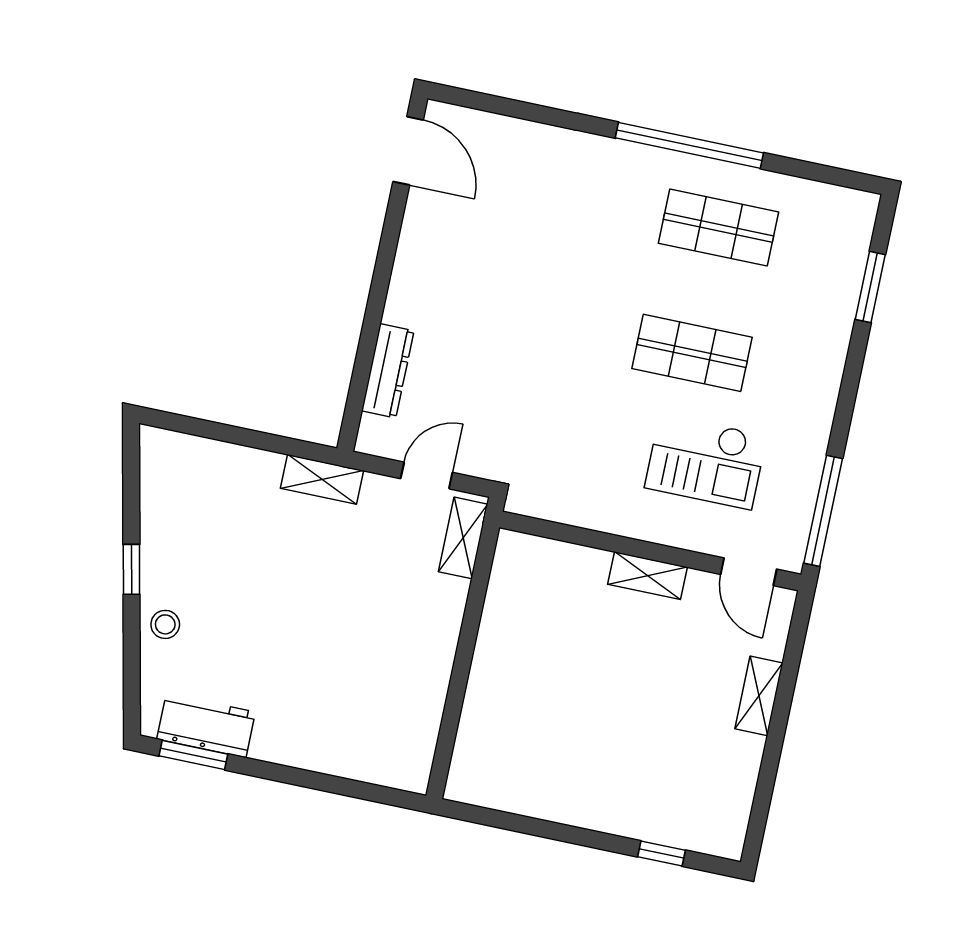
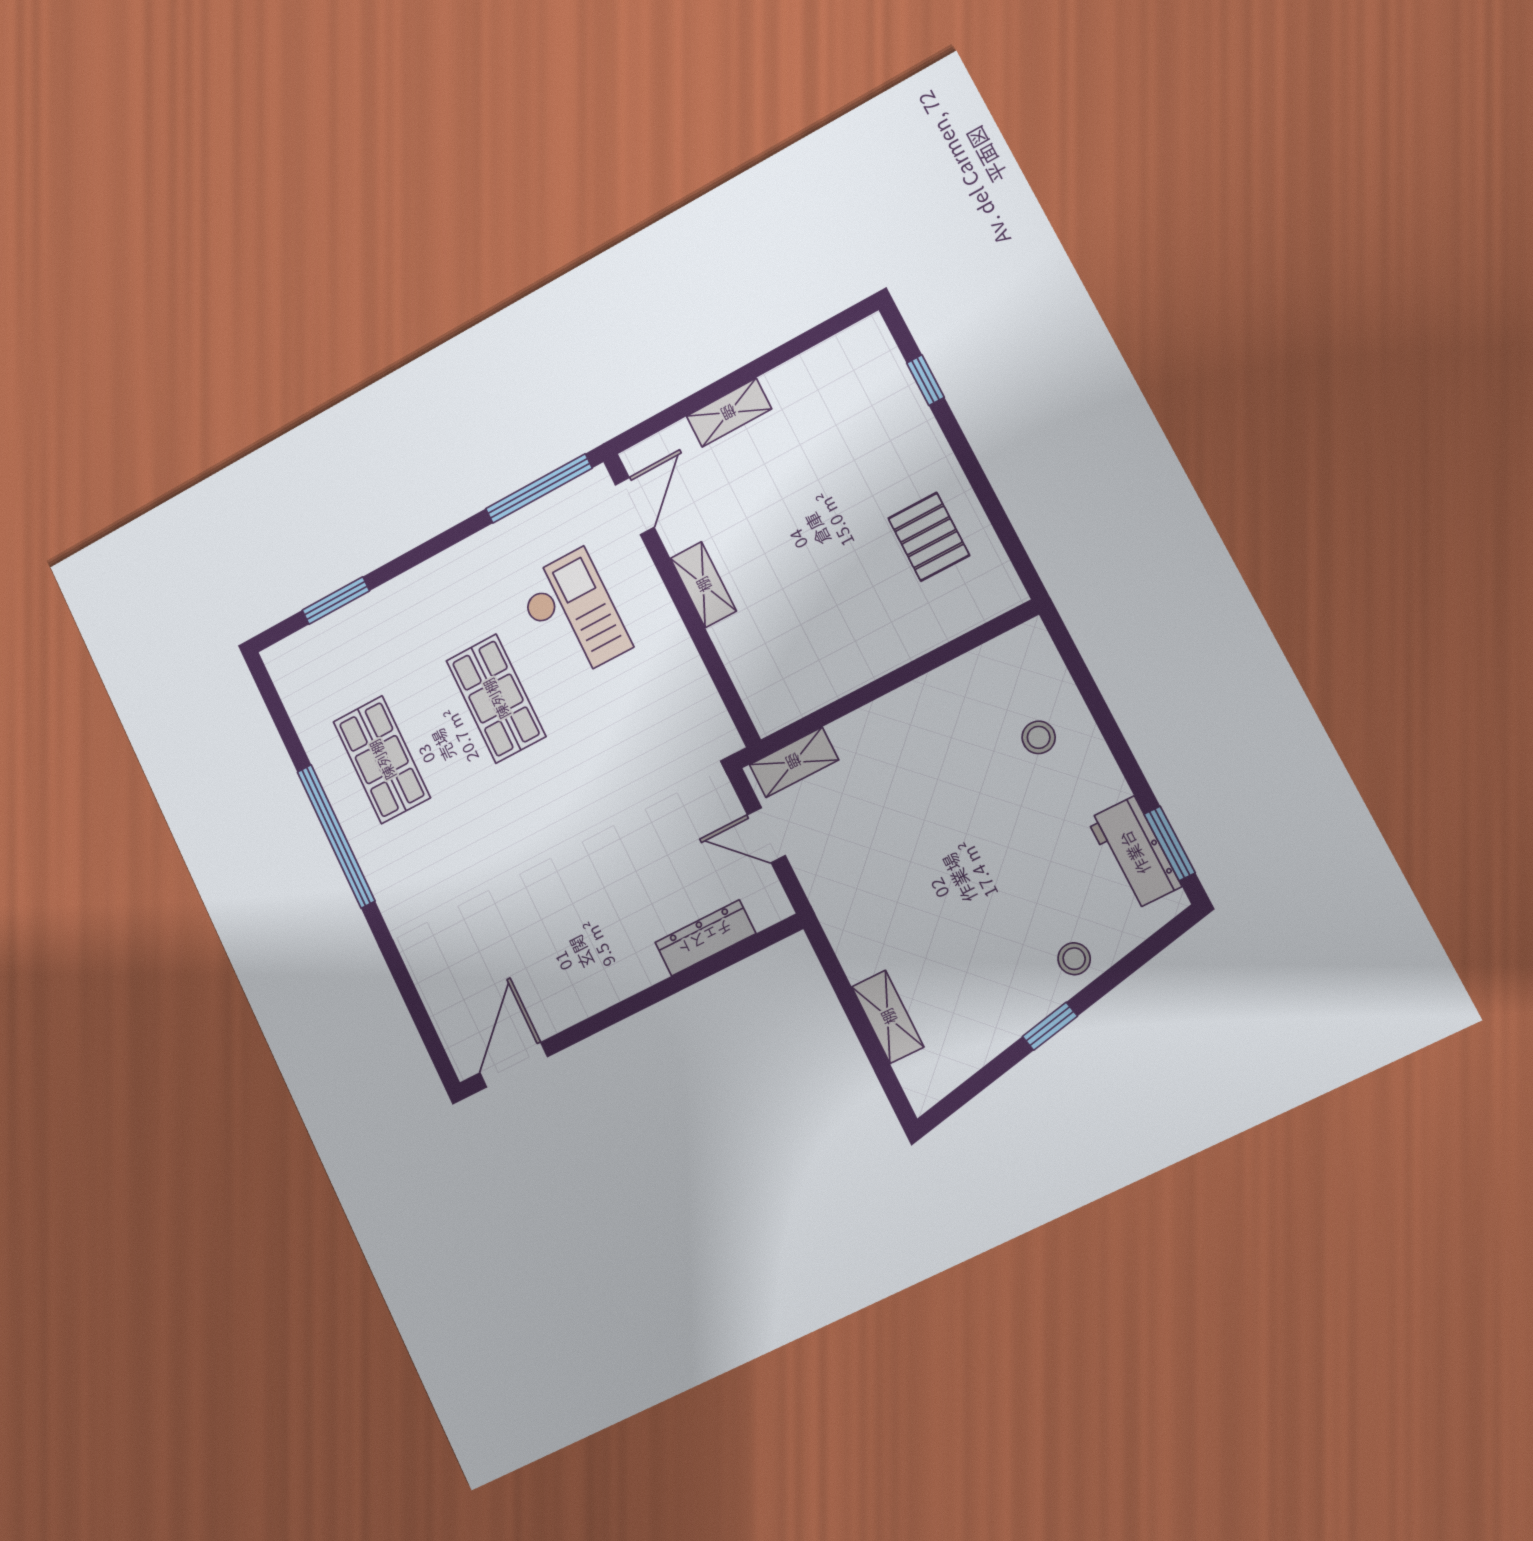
shelving: (322, 479) -> (888, 1017), moved
stool: (340, 725) -> (1039, 737), added
pallet: (546, 765) -> (929, 537), added

